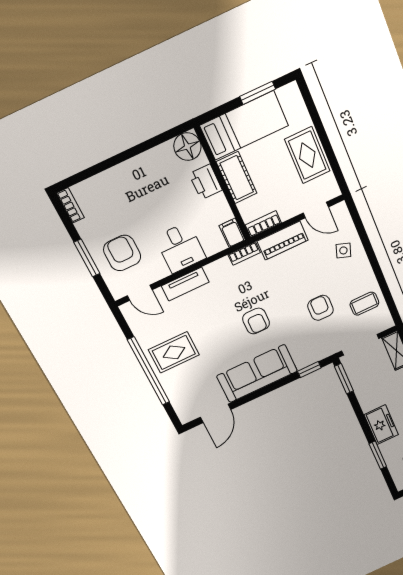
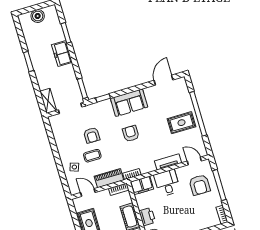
filing cabinet: (232, 233) -> (142, 185), width x2.00
window: (87, 258) -> (219, 185), width x1.44
coffee table: (364, 304) -> (92, 156), moved
sofa: (257, 374) -> (129, 103), width x0.73

